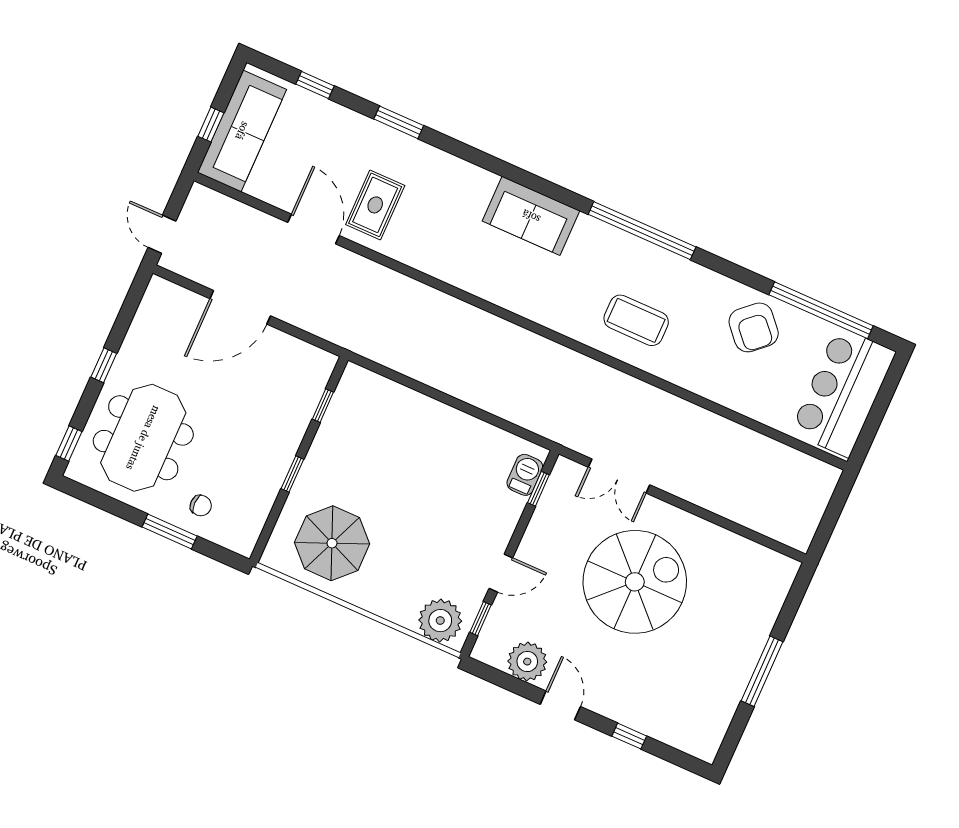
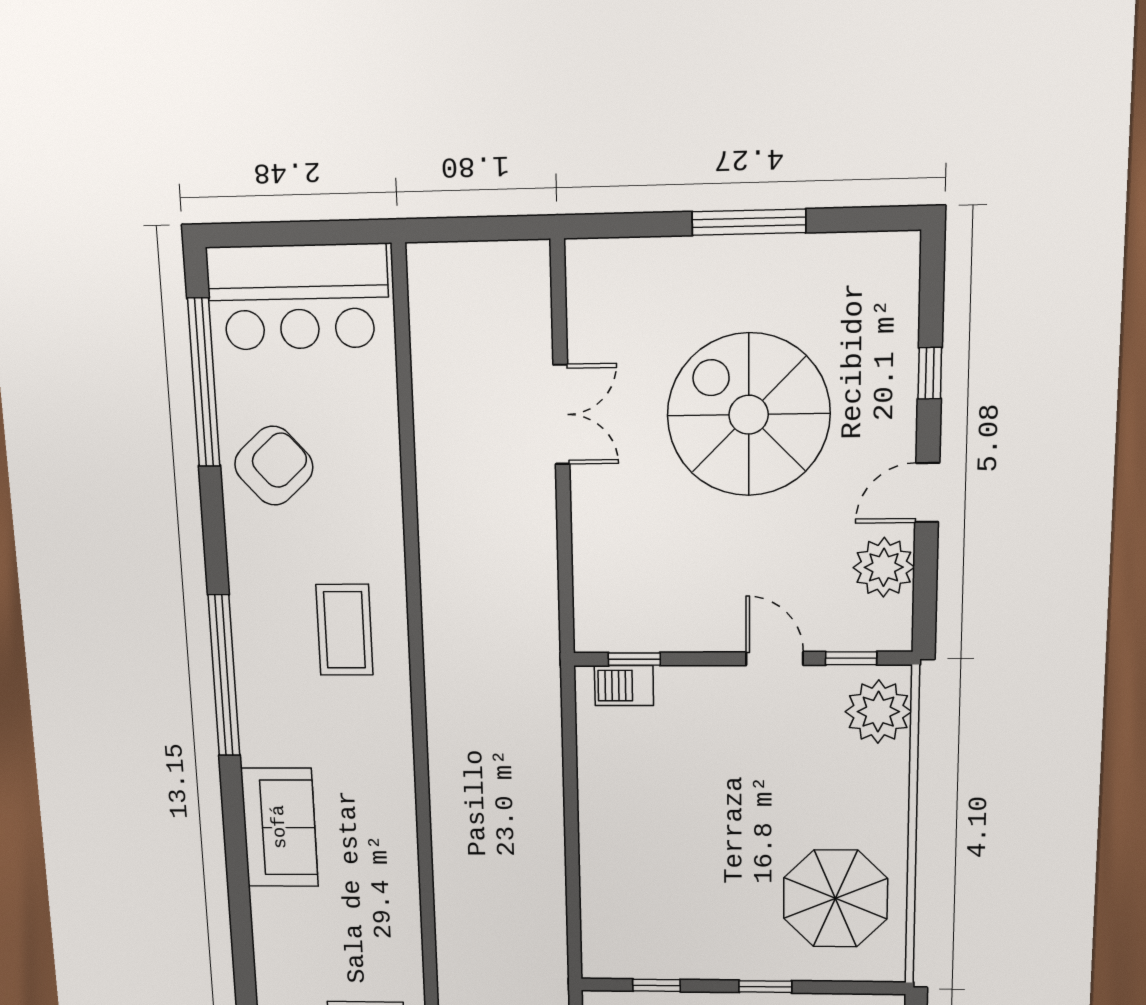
double door: (619, 476) -> (561, 415), moved
spiral stairs: (635, 582) -> (749, 415), moved

